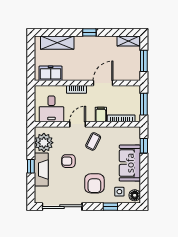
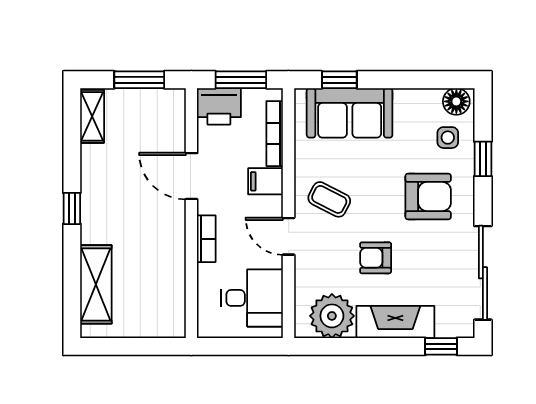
freezer: (51, 73) -> (168, 300), removed
printer: (133, 95) -> (219, 106), added
armchair: (68, 161) -> (376, 258), turned 90
sofa: (130, 163) -> (350, 113), moved
window: (31, 166) -> (441, 346), moved

